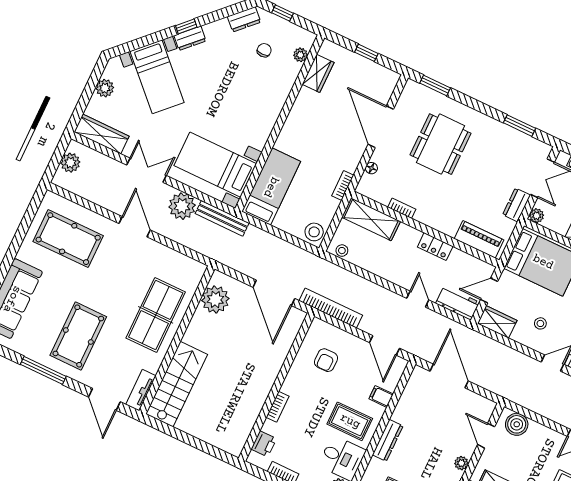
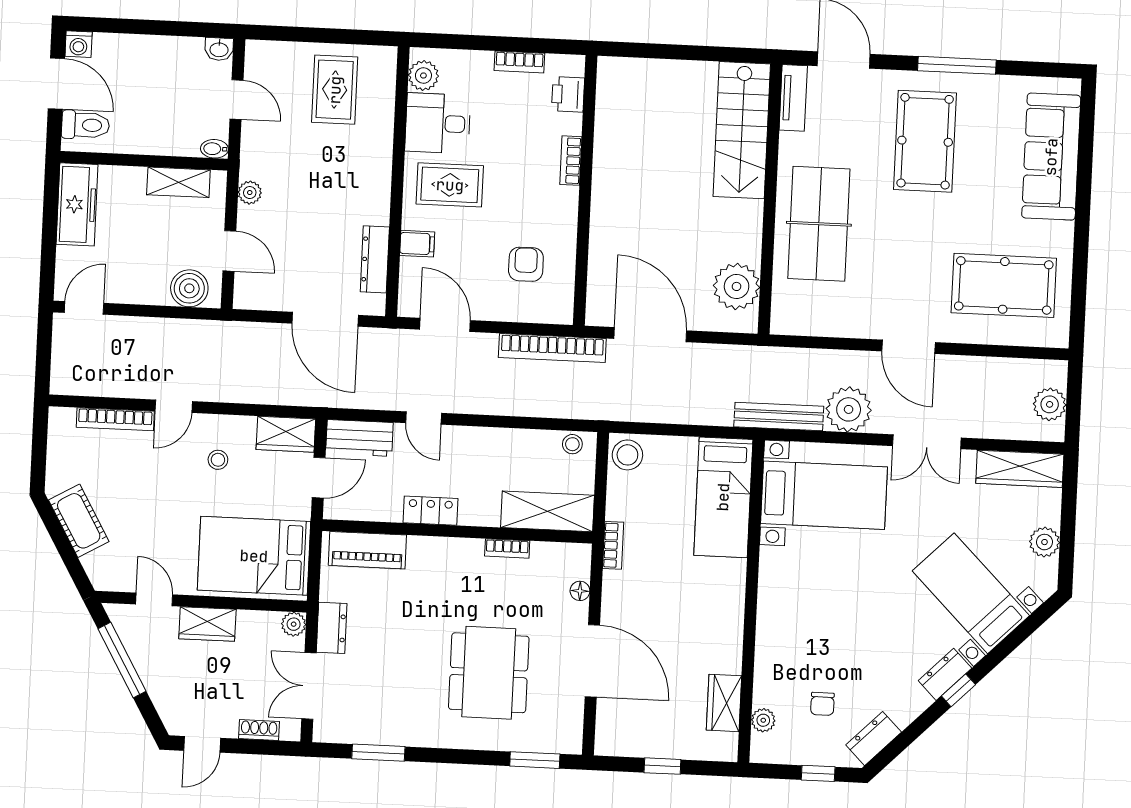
dresser: (388, 440) -> (375, 259), moved

